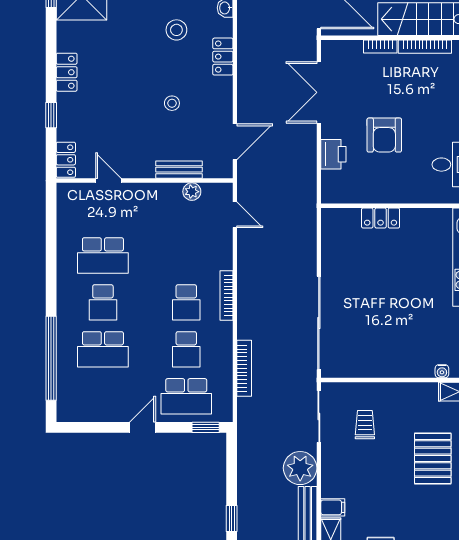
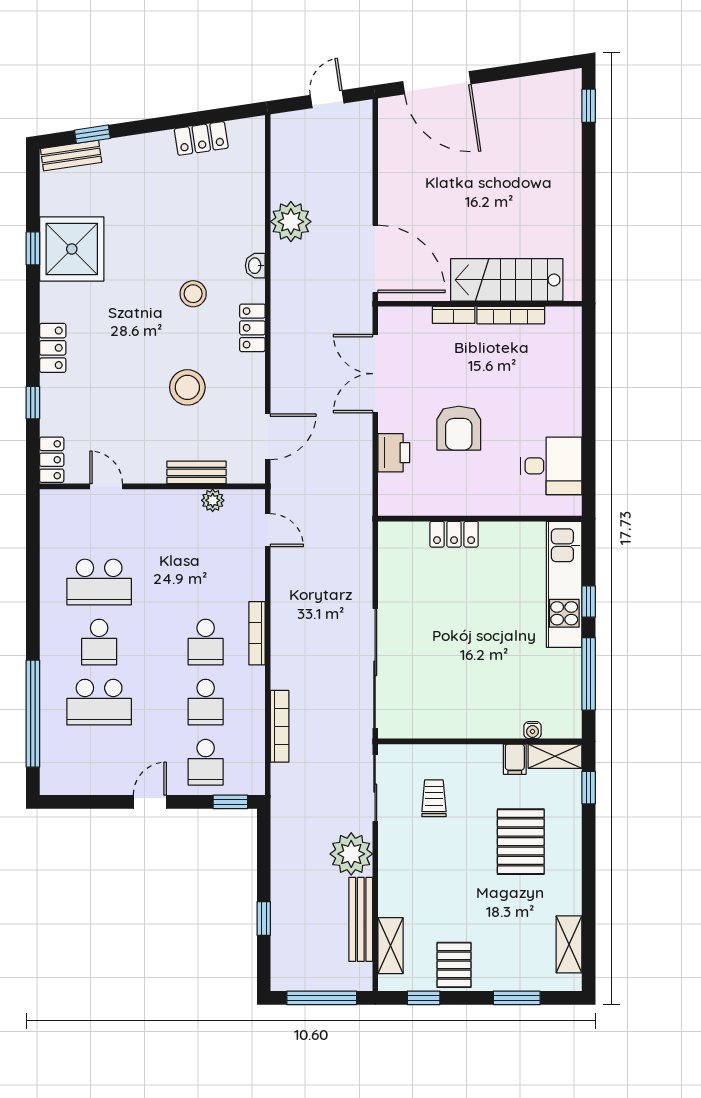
stool: (172, 103) -> (187, 387), width x1.89, depth x1.89
school desk: (186, 396) -> (206, 762), width x0.54
filing cabinet: (333, 507) -> (515, 759), moved, turned 90

